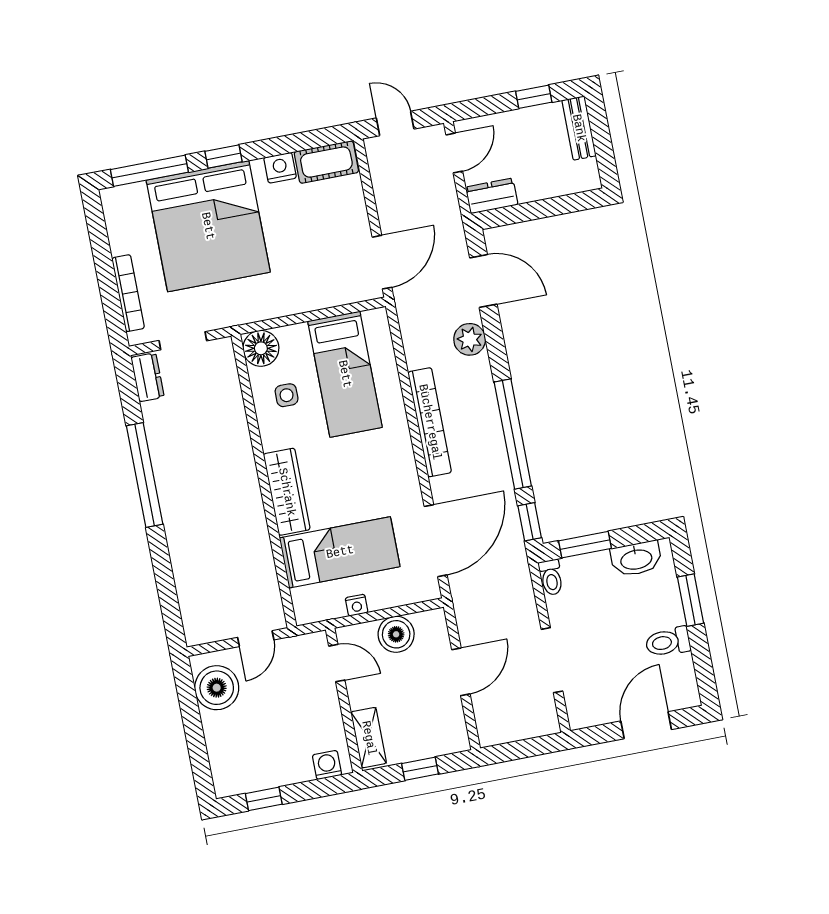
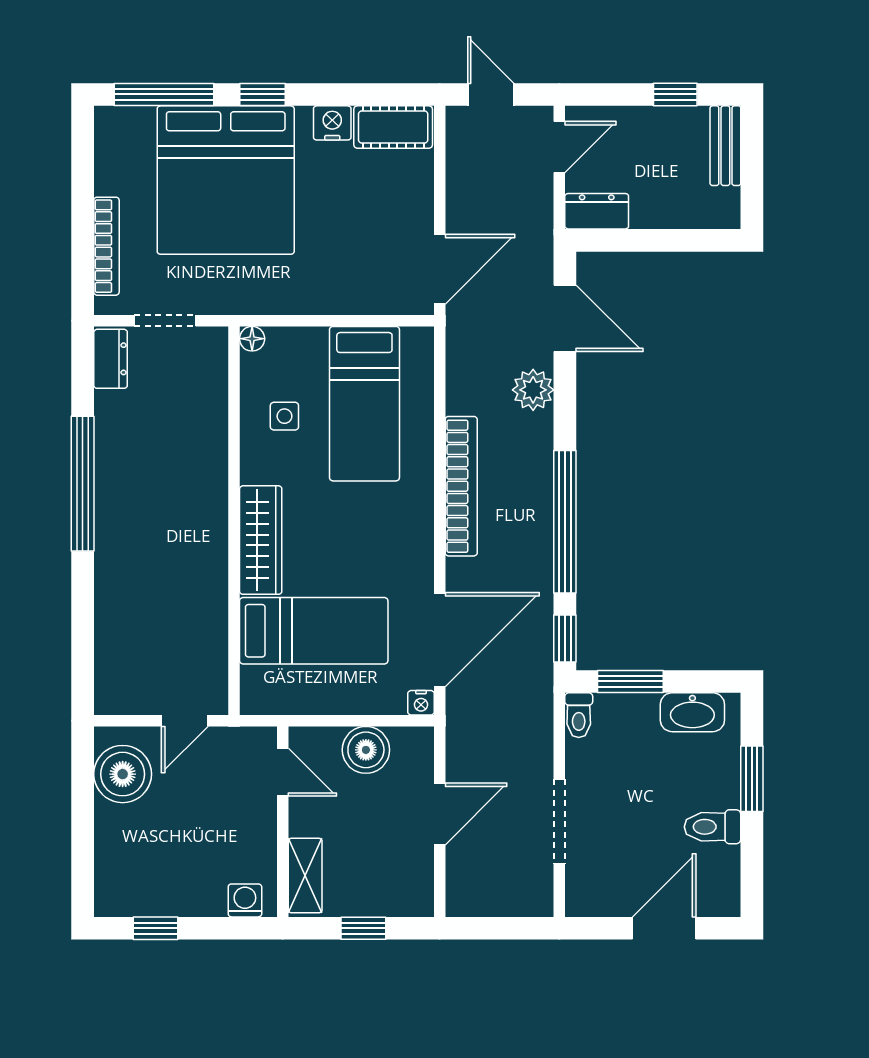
floor lamp: (261, 348) -> (252, 339), width x0.53, depth x0.53
nightstand: (357, 605) -> (421, 703), moved

